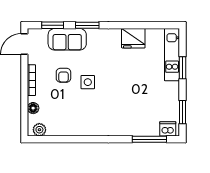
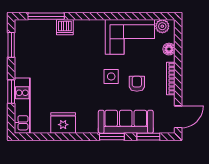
sofa: (67, 39) -> (126, 122), width x1.36
corner sofa: (70, 120) -> (130, 37), added
dishwasher: (168, 129) -> (65, 27), moved

